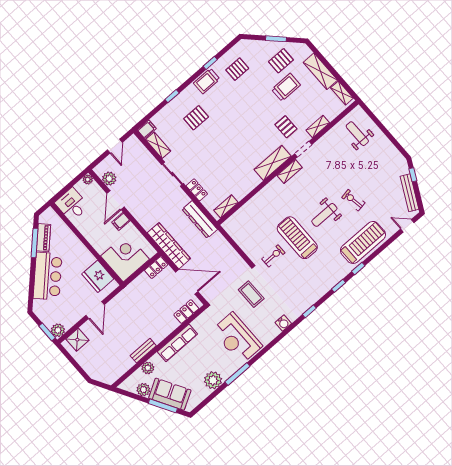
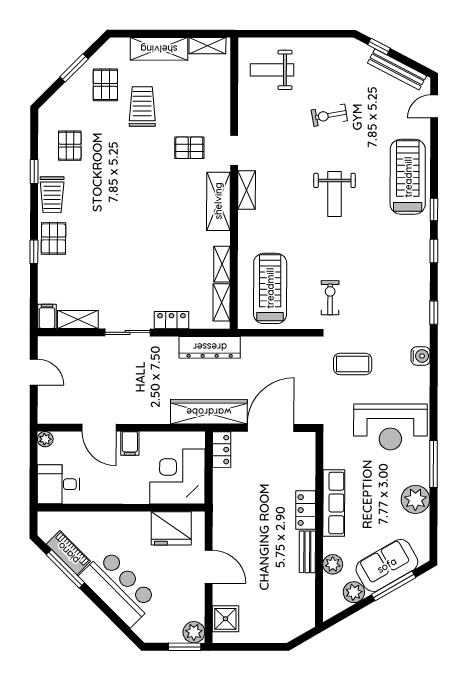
pallet: (196, 118) -> (53, 238), moved
shelving: (318, 127) -> (222, 264), moved
plant: (109, 179) -> (67, 413), removed
exercise bike: (353, 200) -> (329, 115), moved
treadmill: (297, 238) -> (270, 288), moved, turned 90
locker: (186, 312) -> (306, 510), moved

